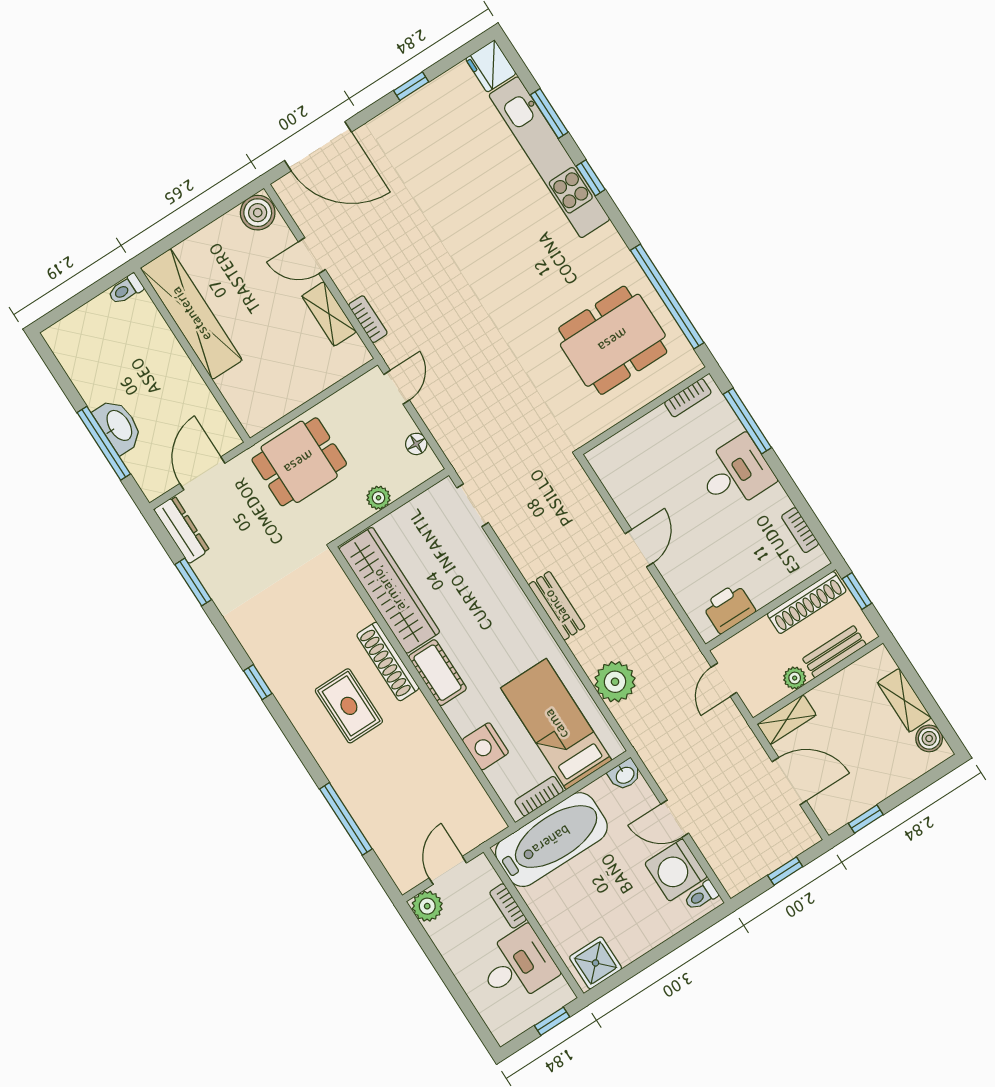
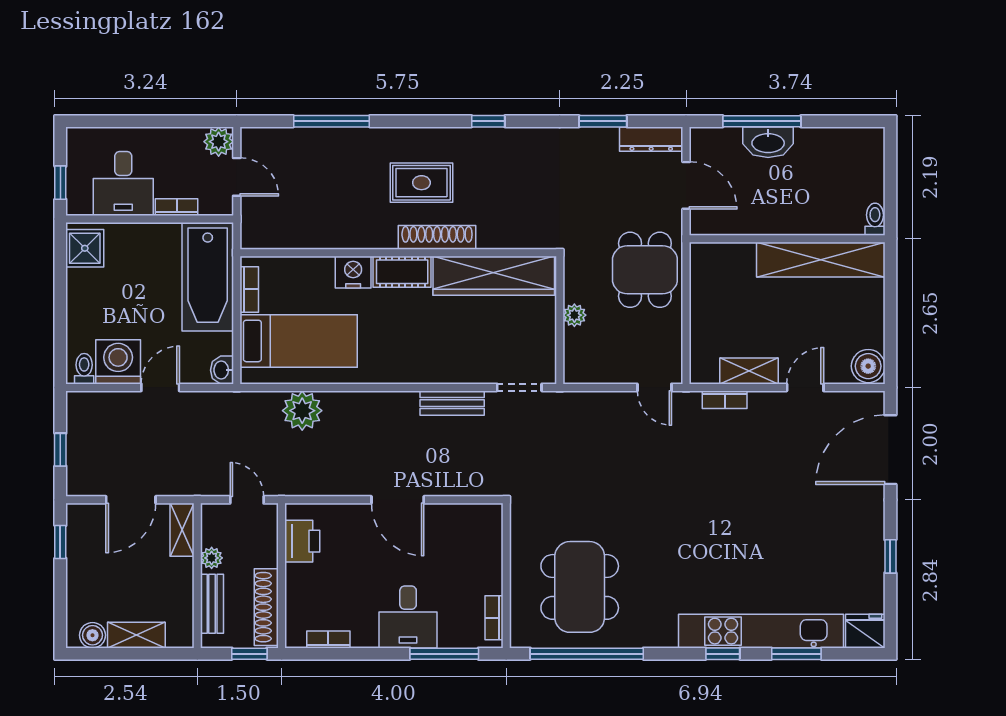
floor lamp: (416, 444) -> (598, 374), removed
door: (639, 548) -> (398, 500), width x1.38
bench: (557, 606) -> (452, 403), moved
nightstand: (485, 746) -> (353, 272), moved

